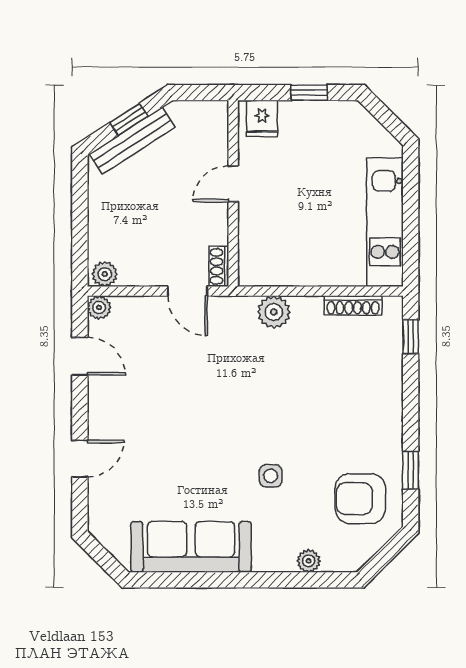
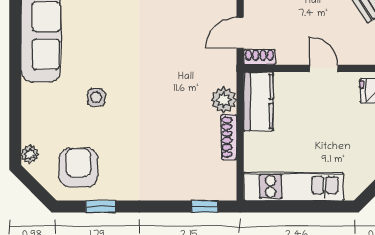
kitchen counter: (276, 268) -> (258, 101), added
shoe rack: (353, 305) -> (229, 137), moved
plant: (309, 561) -> (30, 154), moved

